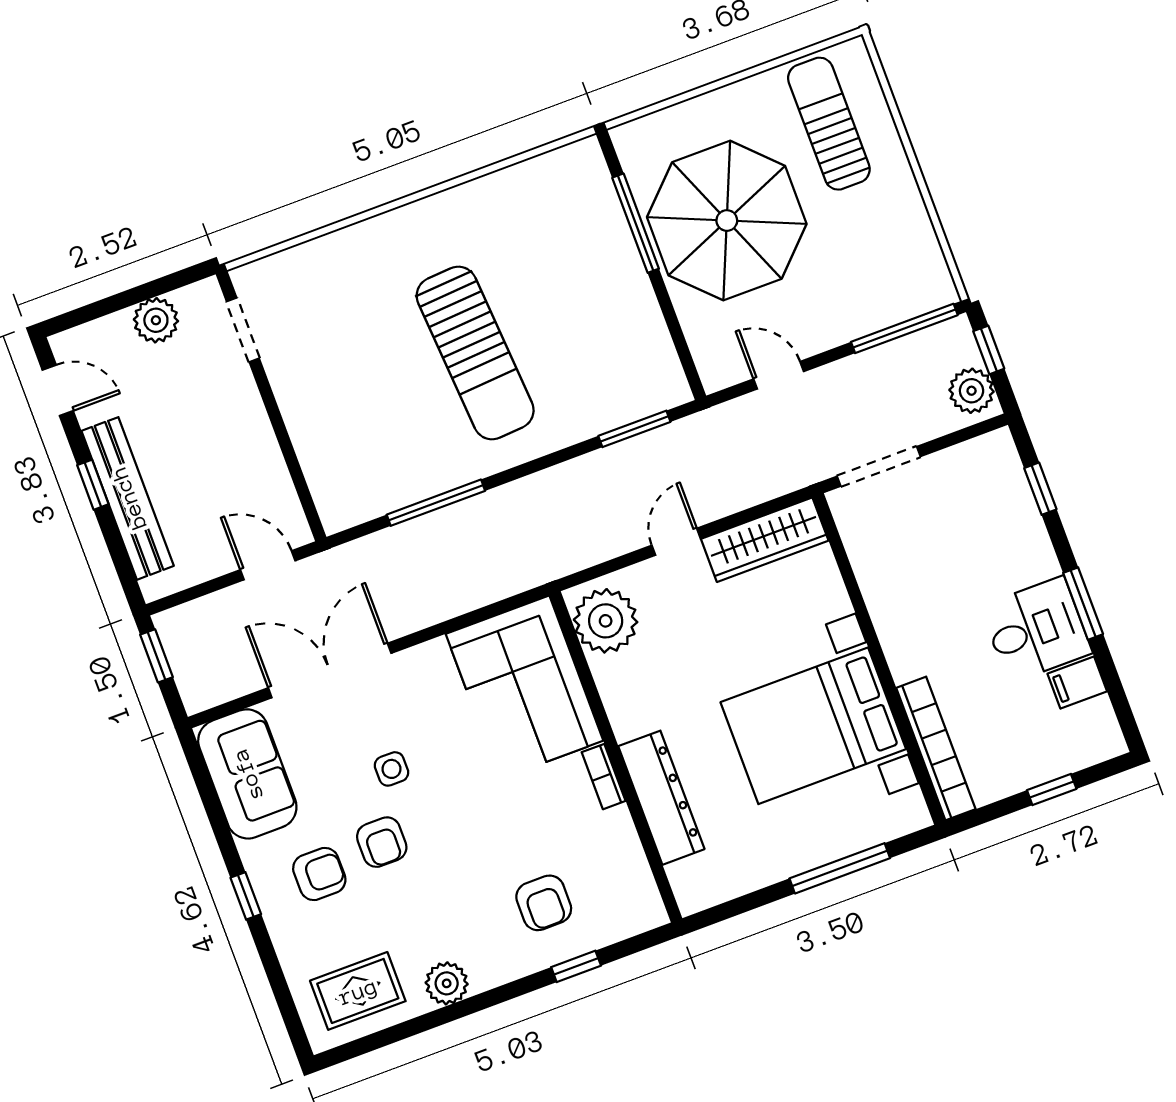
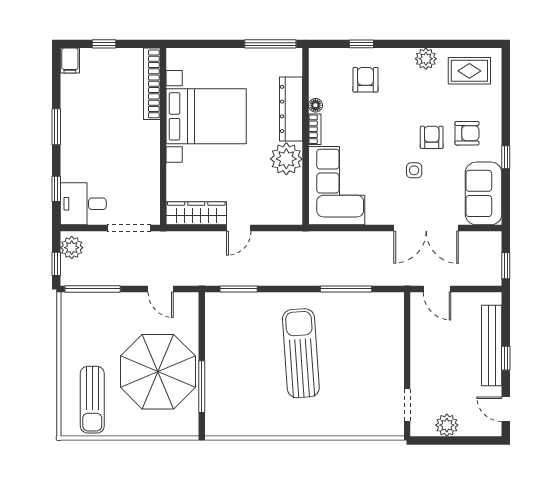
plant: (606, 621) -> (286, 159), moved
desk: (1036, 630) -> (83, 204), moved
filing cabinet: (1077, 682) -> (70, 61), moved, turned 90
floor lamp: (619, 821) -> (315, 105), added
window: (840, 868) -> (270, 44), moved
armchair: (319, 874) -> (467, 133), turned 180
window: (246, 896) -> (506, 157), moved

